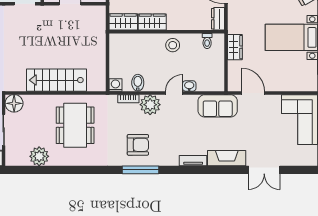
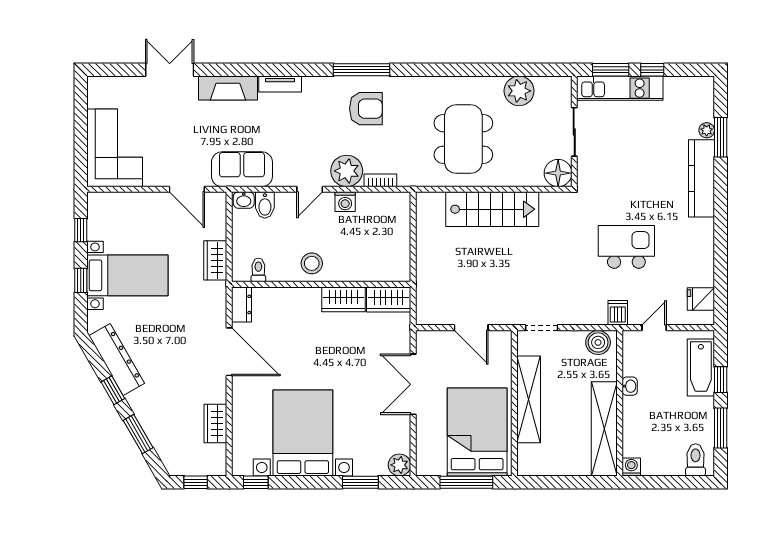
bidet: (138, 83) -> (265, 205), moved
washing machine: (115, 85) -> (345, 202), moved
washbasin: (189, 86) -> (244, 200), moved
armchair: (138, 145) -> (366, 109), turned 180

